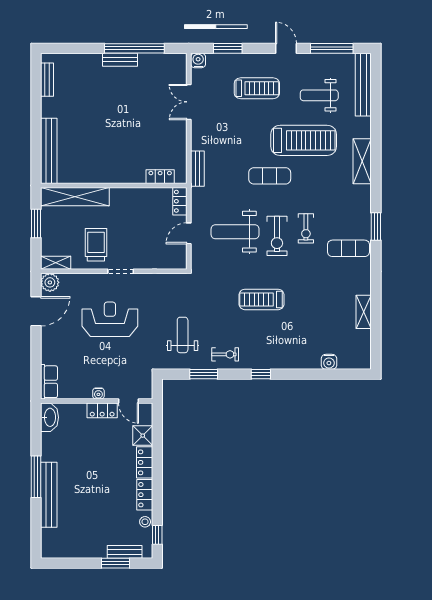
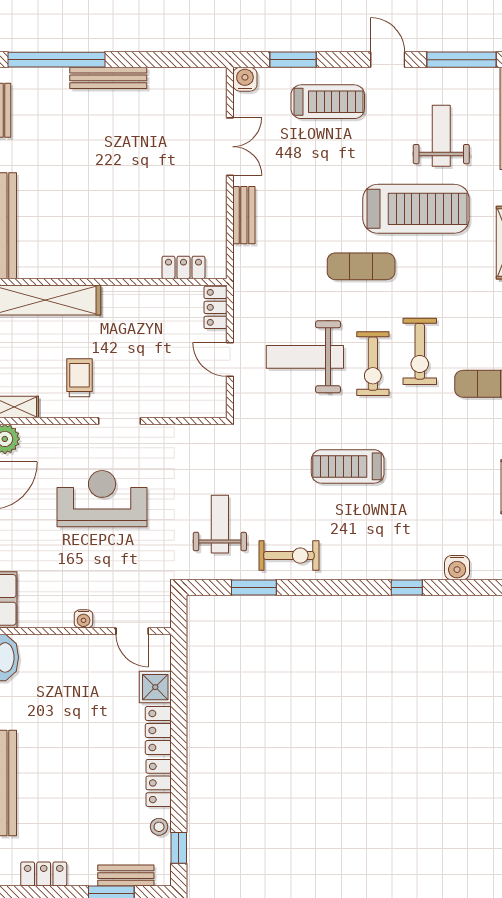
window: (134, 48) -> (56, 60), moved
bench: (120, 60) -> (108, 78), width x1.36
treadmill: (257, 88) -> (328, 102), moved
weight bench: (319, 95) -> (441, 136), turned 90
double door: (189, 102) -> (230, 147), swing flipped
bench: (197, 169) -> (244, 215), moved
exercise bike: (306, 228) -> (420, 351), width x1.38, depth x1.39
door: (189, 233) -> (230, 359), hinge flipped
trolley: (96, 245) -> (80, 378), width x0.73, depth x0.72
exercise bike: (225, 354) -> (289, 556), width x1.38, depth x1.39
window: (261, 374) -> (407, 588), moved
locker: (102, 410) -> (44, 874), moved, turned 180

